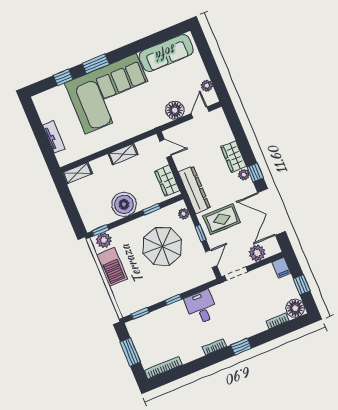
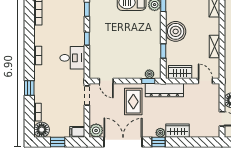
door: (166, 148) -> (205, 81), swing flipped
window: (201, 233) -> (148, 81), moved
parasol: (162, 246) -> (131, 47), removed
plant: (257, 253) -> (96, 130), moved
window: (241, 347) -> (29, 88), moved

